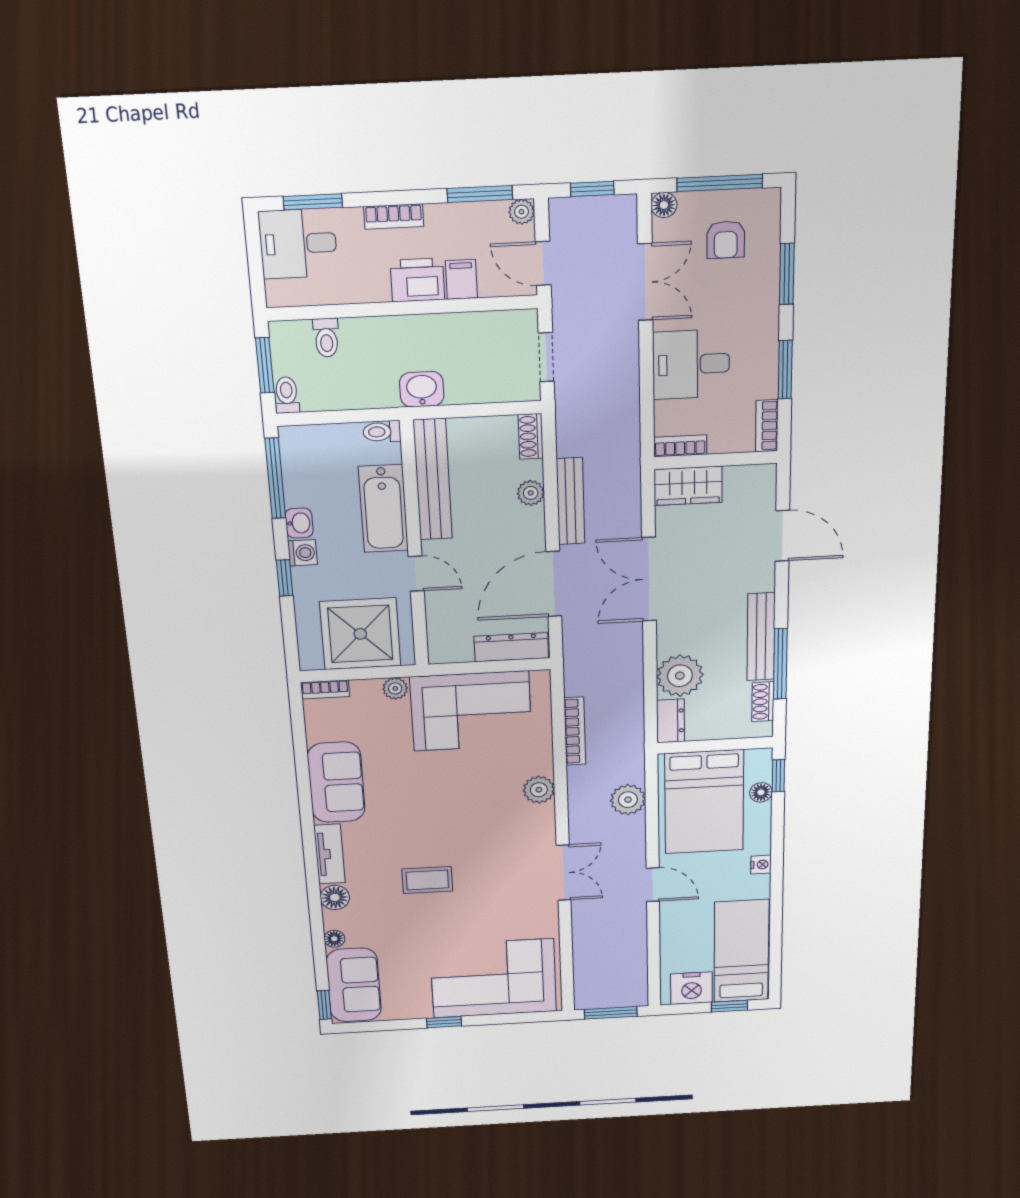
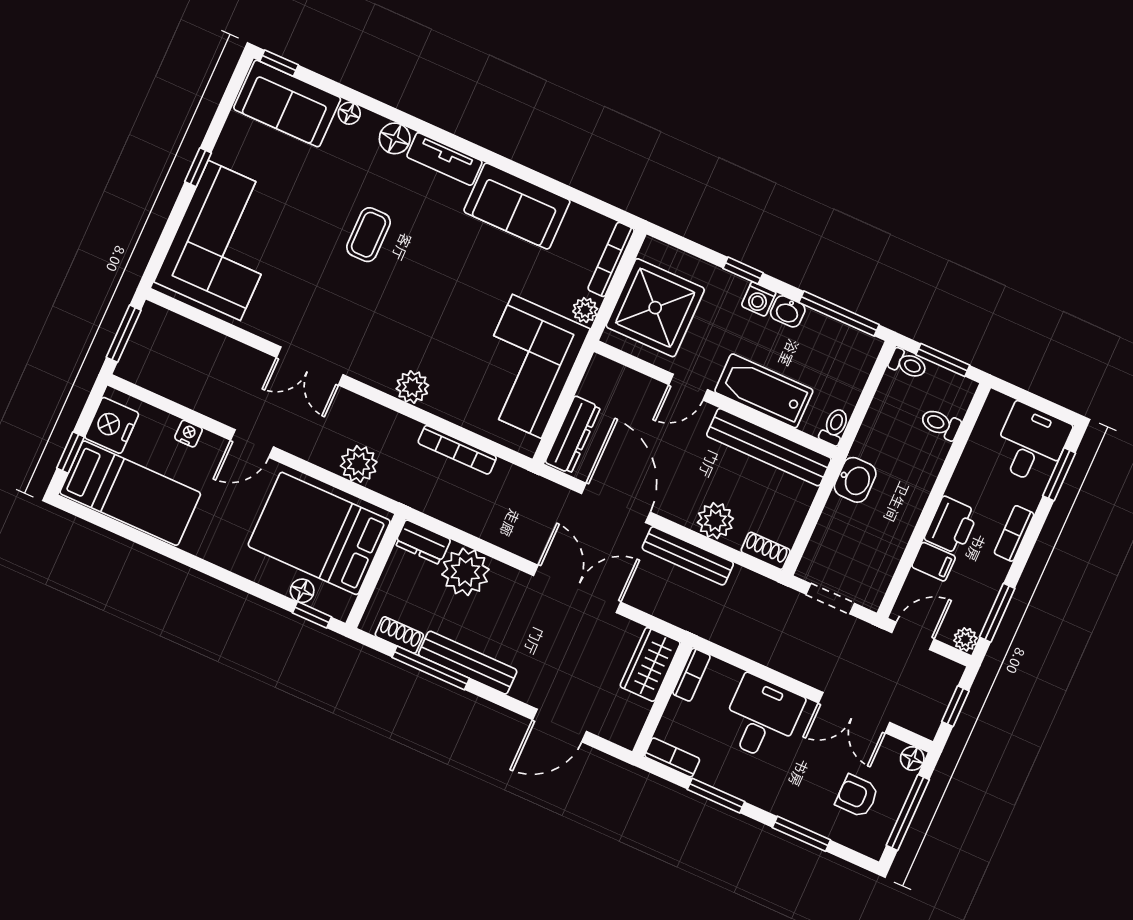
plant: (531, 493) -> (715, 521), width x1.38, depth x1.38
bookcase: (325, 689) -> (611, 259), width x1.56
nightstand: (761, 865) -> (189, 434), moved, turned 180

